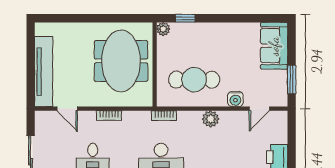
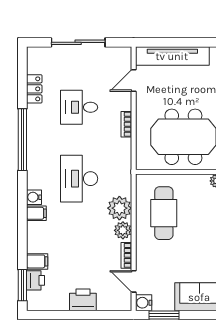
water cooler: (235, 99) -> (144, 303), moved
bookcase: (164, 116) -> (126, 255), moved
plant: (189, 122) -> (119, 208), added

